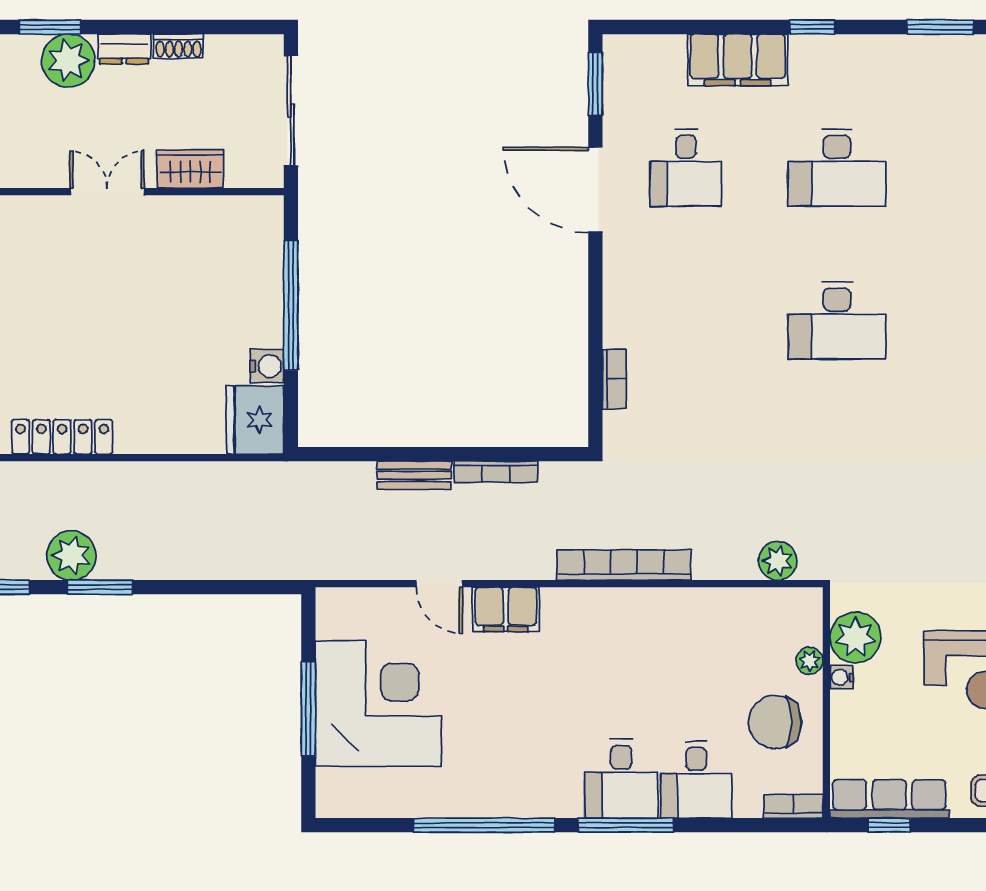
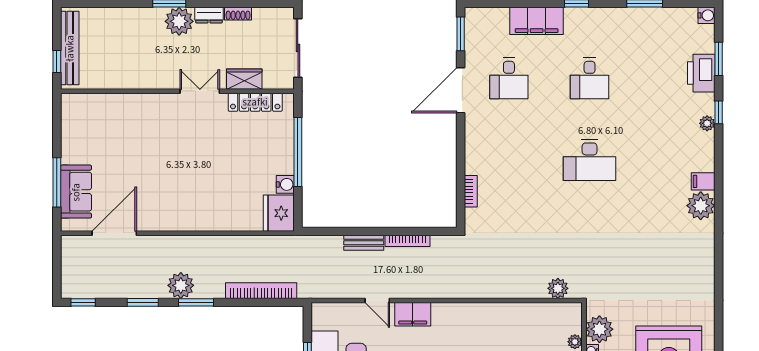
desk: (837, 168) -> (590, 78), width x0.73
door: (595, 190) -> (461, 90), hinge flipped
locker: (62, 437) -> (255, 102), moved, turned 180
bookcase: (624, 565) -> (261, 291), moved

